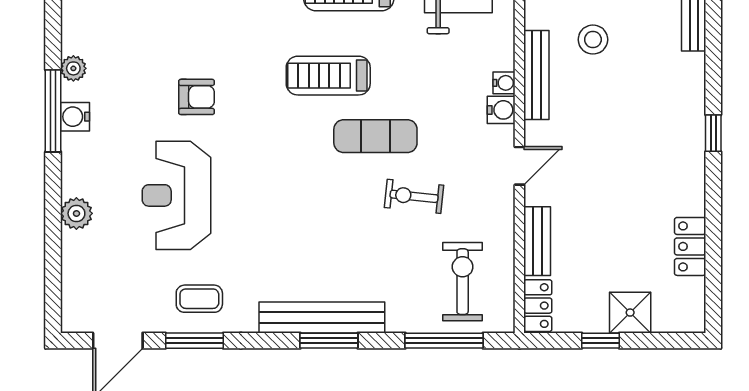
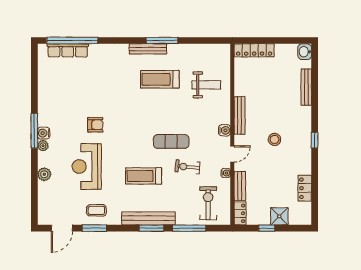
stool: (593, 40) -> (274, 139), moved
plant: (73, 68) -> (43, 146), moved
treadmill: (328, 76) -> (144, 176), moved
water cooler: (504, 83) -> (226, 173), moved
window: (444, 341) -> (189, 228), moved

